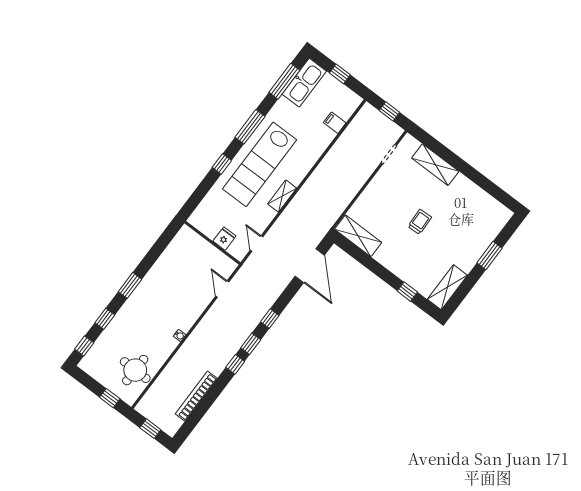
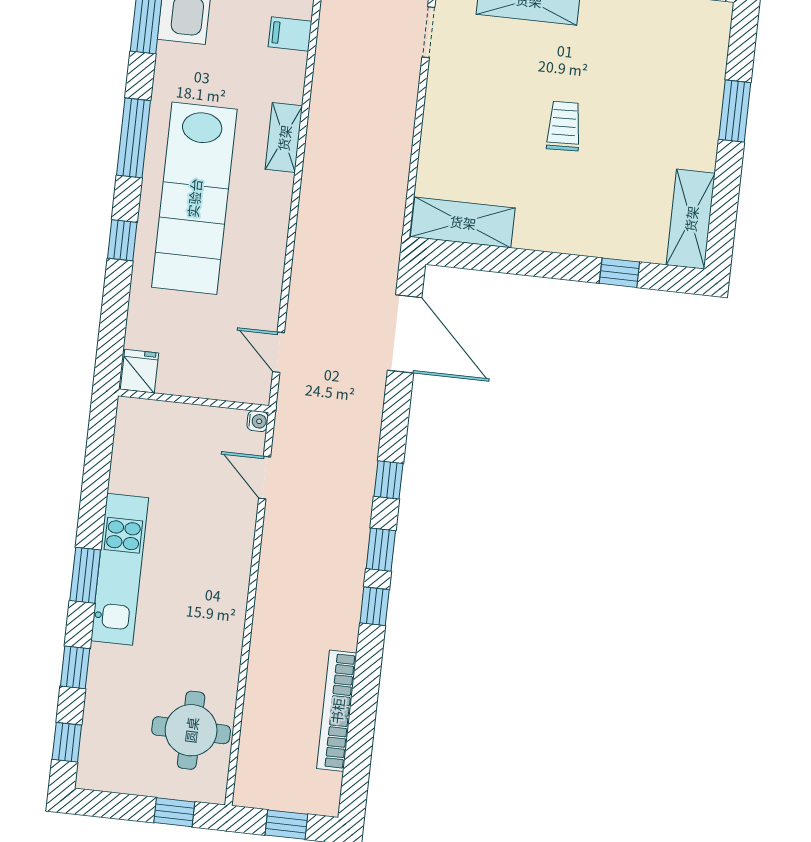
shelving: (282, 196) -> (284, 138), moved
fridge: (224, 239) -> (139, 371), moved
kitchen unit: (145, 291) -> (120, 569), added
water cooler: (180, 336) -> (258, 421), moved

